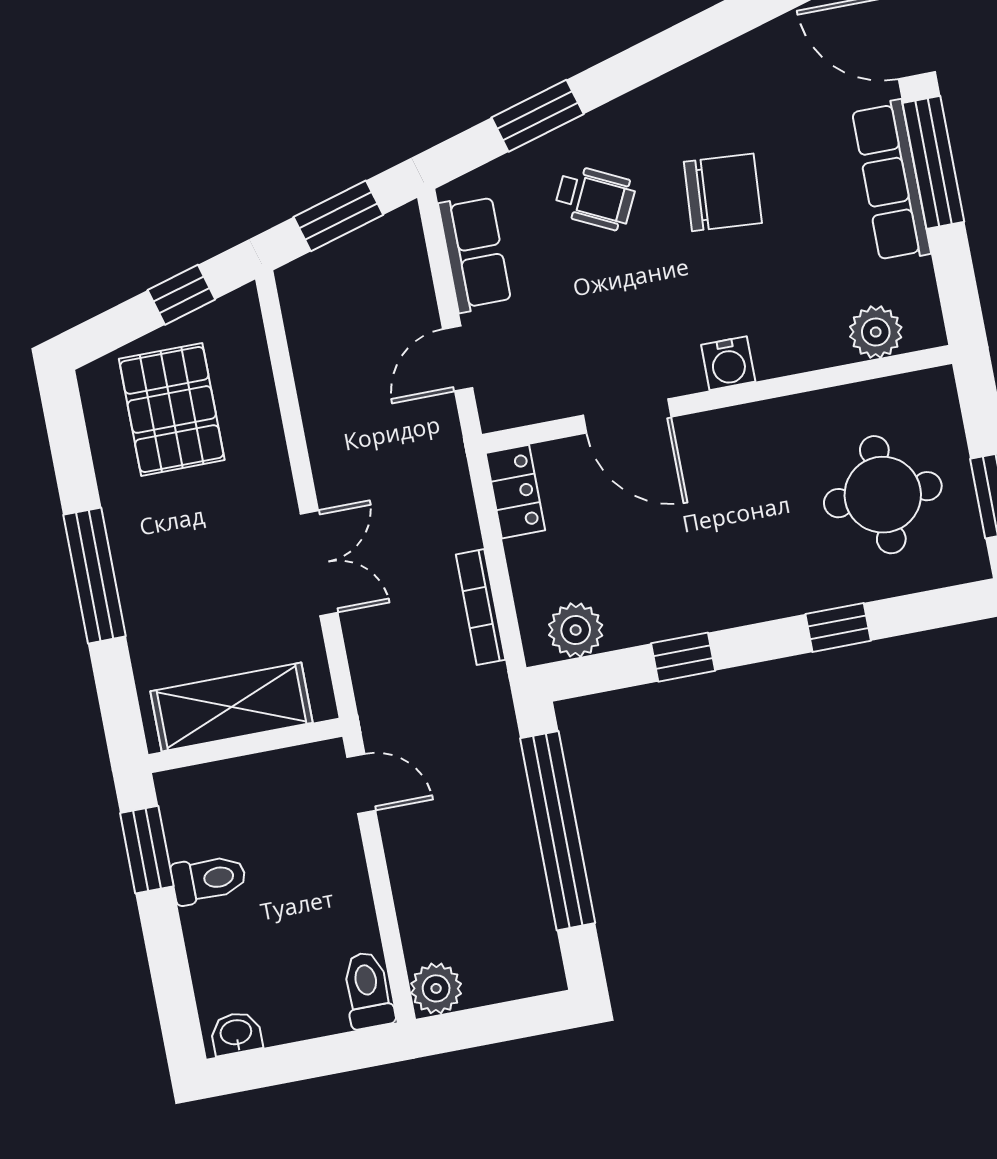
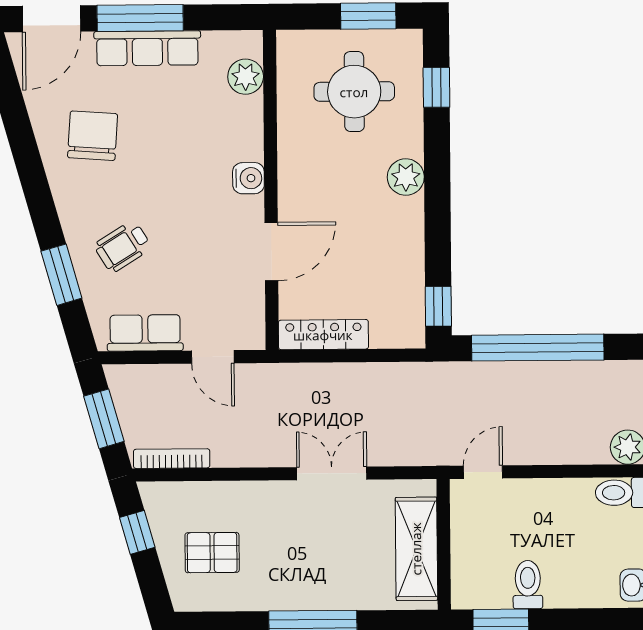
chair: (723, 192) -> (93, 136), moved
wheelchair: (595, 198) -> (123, 246), turned -148
pallet: (172, 409) -> (212, 553), width x0.67, depth x0.71
locker: (515, 492) -> (323, 335), width x1.53
bookcase: (481, 607) -> (172, 459), moved, turned 180
window: (838, 627) -> (436, 87), moved
plant: (576, 630) -> (406, 177), moved
window: (683, 657) -> (438, 306), moved

